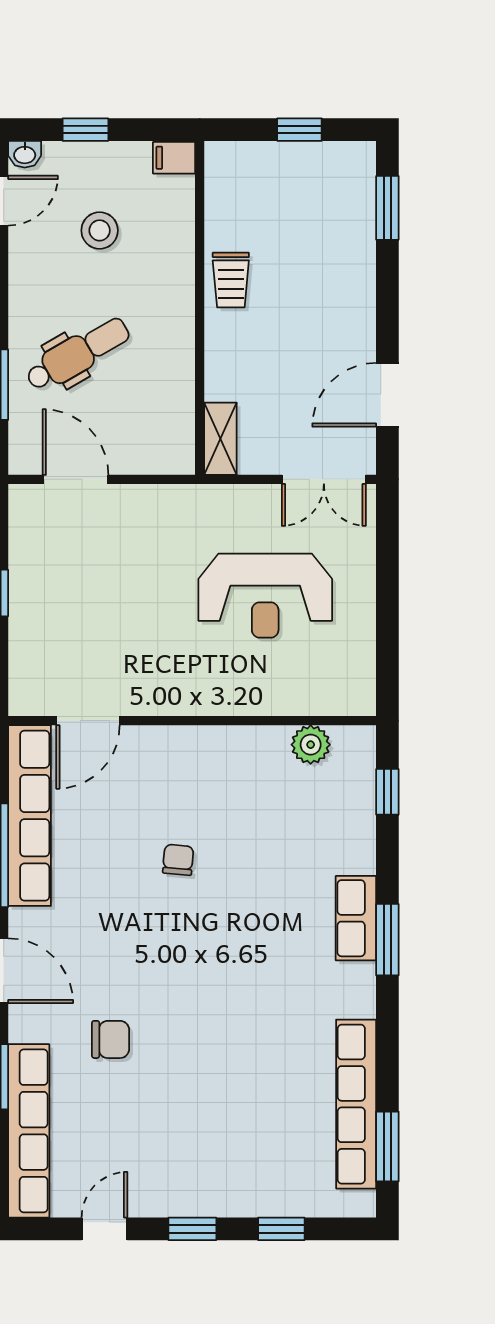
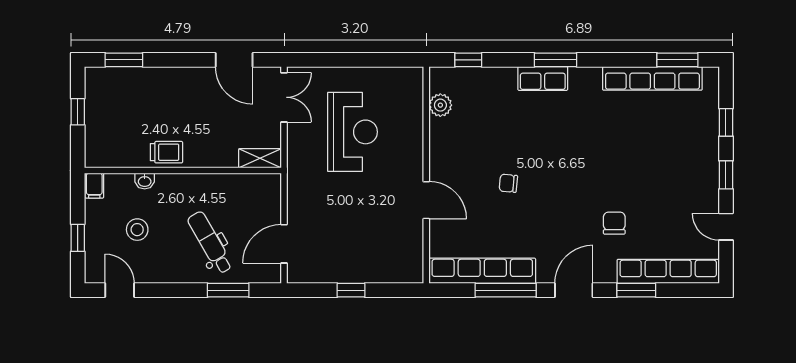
washbasin: (25, 154) -> (145, 181), moved, turned 90
door: (88, 721) -> (426, 200), moved

